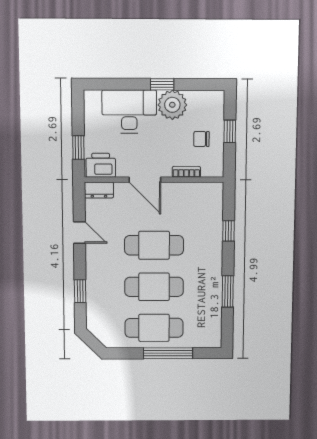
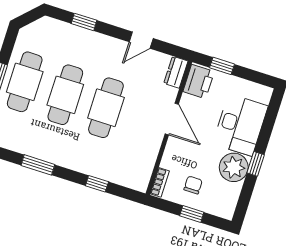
bookcase: (186, 172) -> (160, 182), moved
door: (145, 180) -> (172, 119), swing flipped

